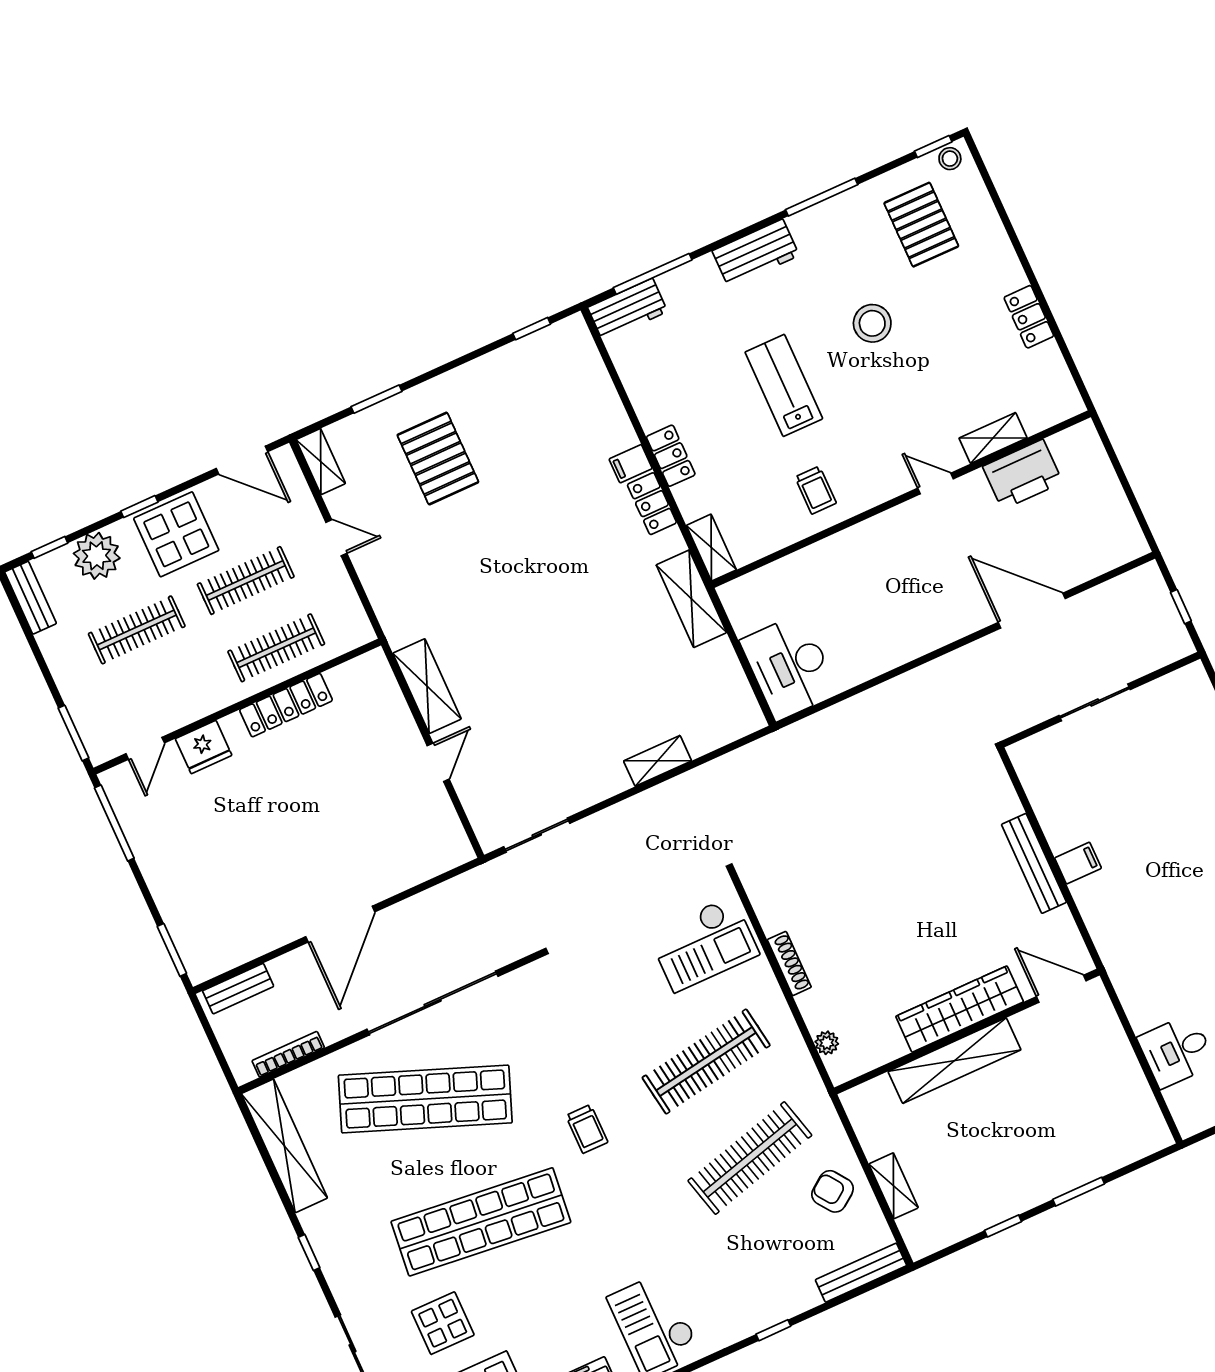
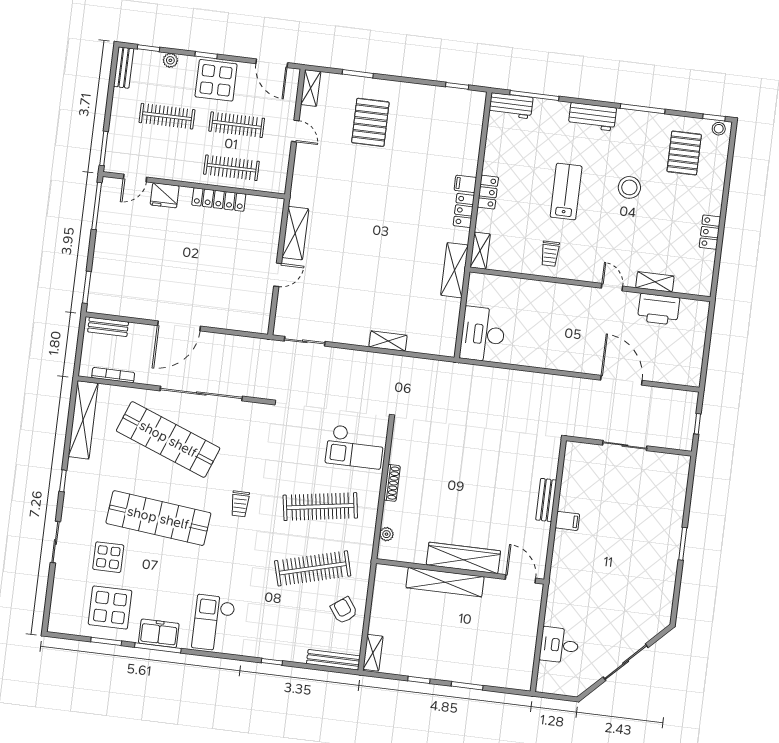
plant: (97, 556) -> (170, 60), width x0.53, depth x0.53
bench: (1034, 863) -> (546, 500), width x0.73
shelving: (894, 1186) -> (373, 653), moved

